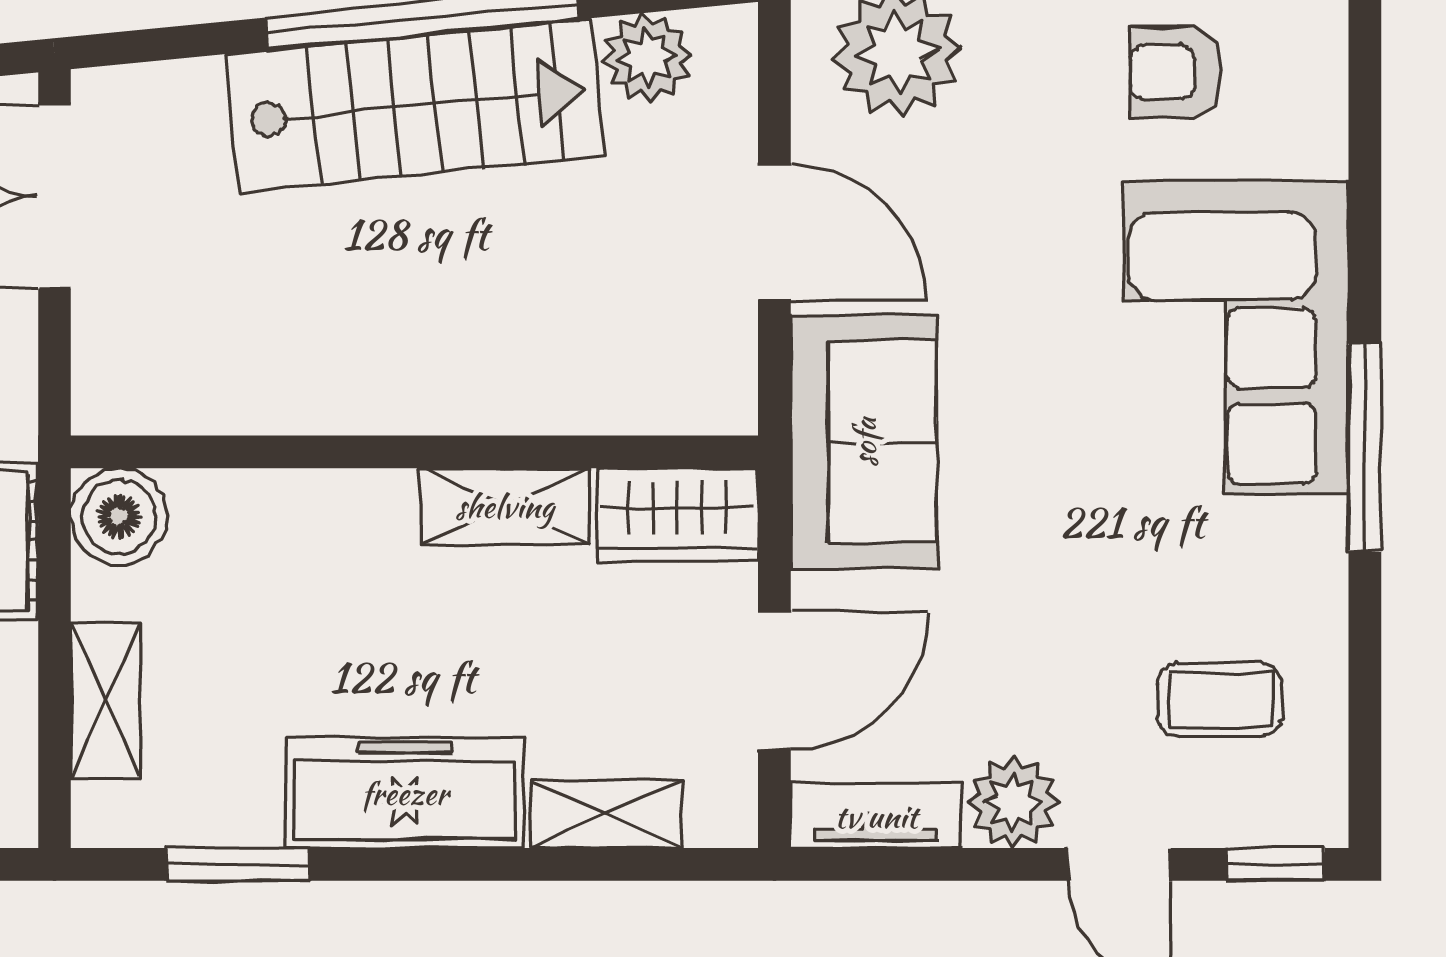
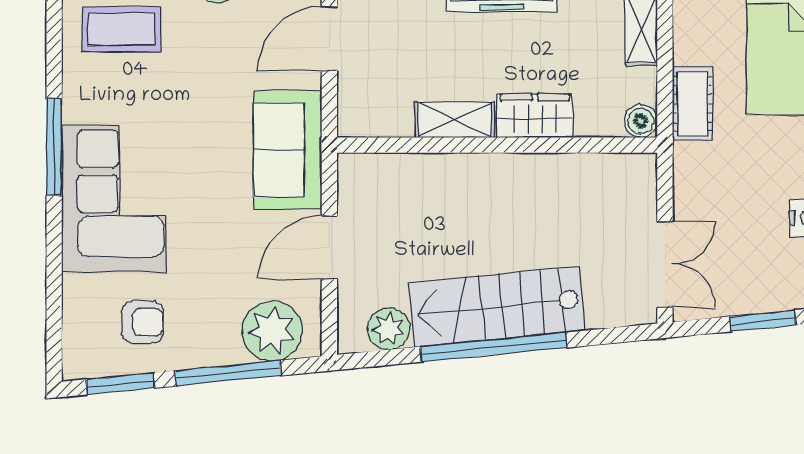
door: (774, 232) -> (329, 247), hinge flipped
wardrobe: (677, 515) -> (535, 116), moved
boiler: (119, 516) -> (641, 121), width x0.73, depth x0.73
coffee table: (1220, 700) -> (122, 29), width x1.36, depth x1.30

